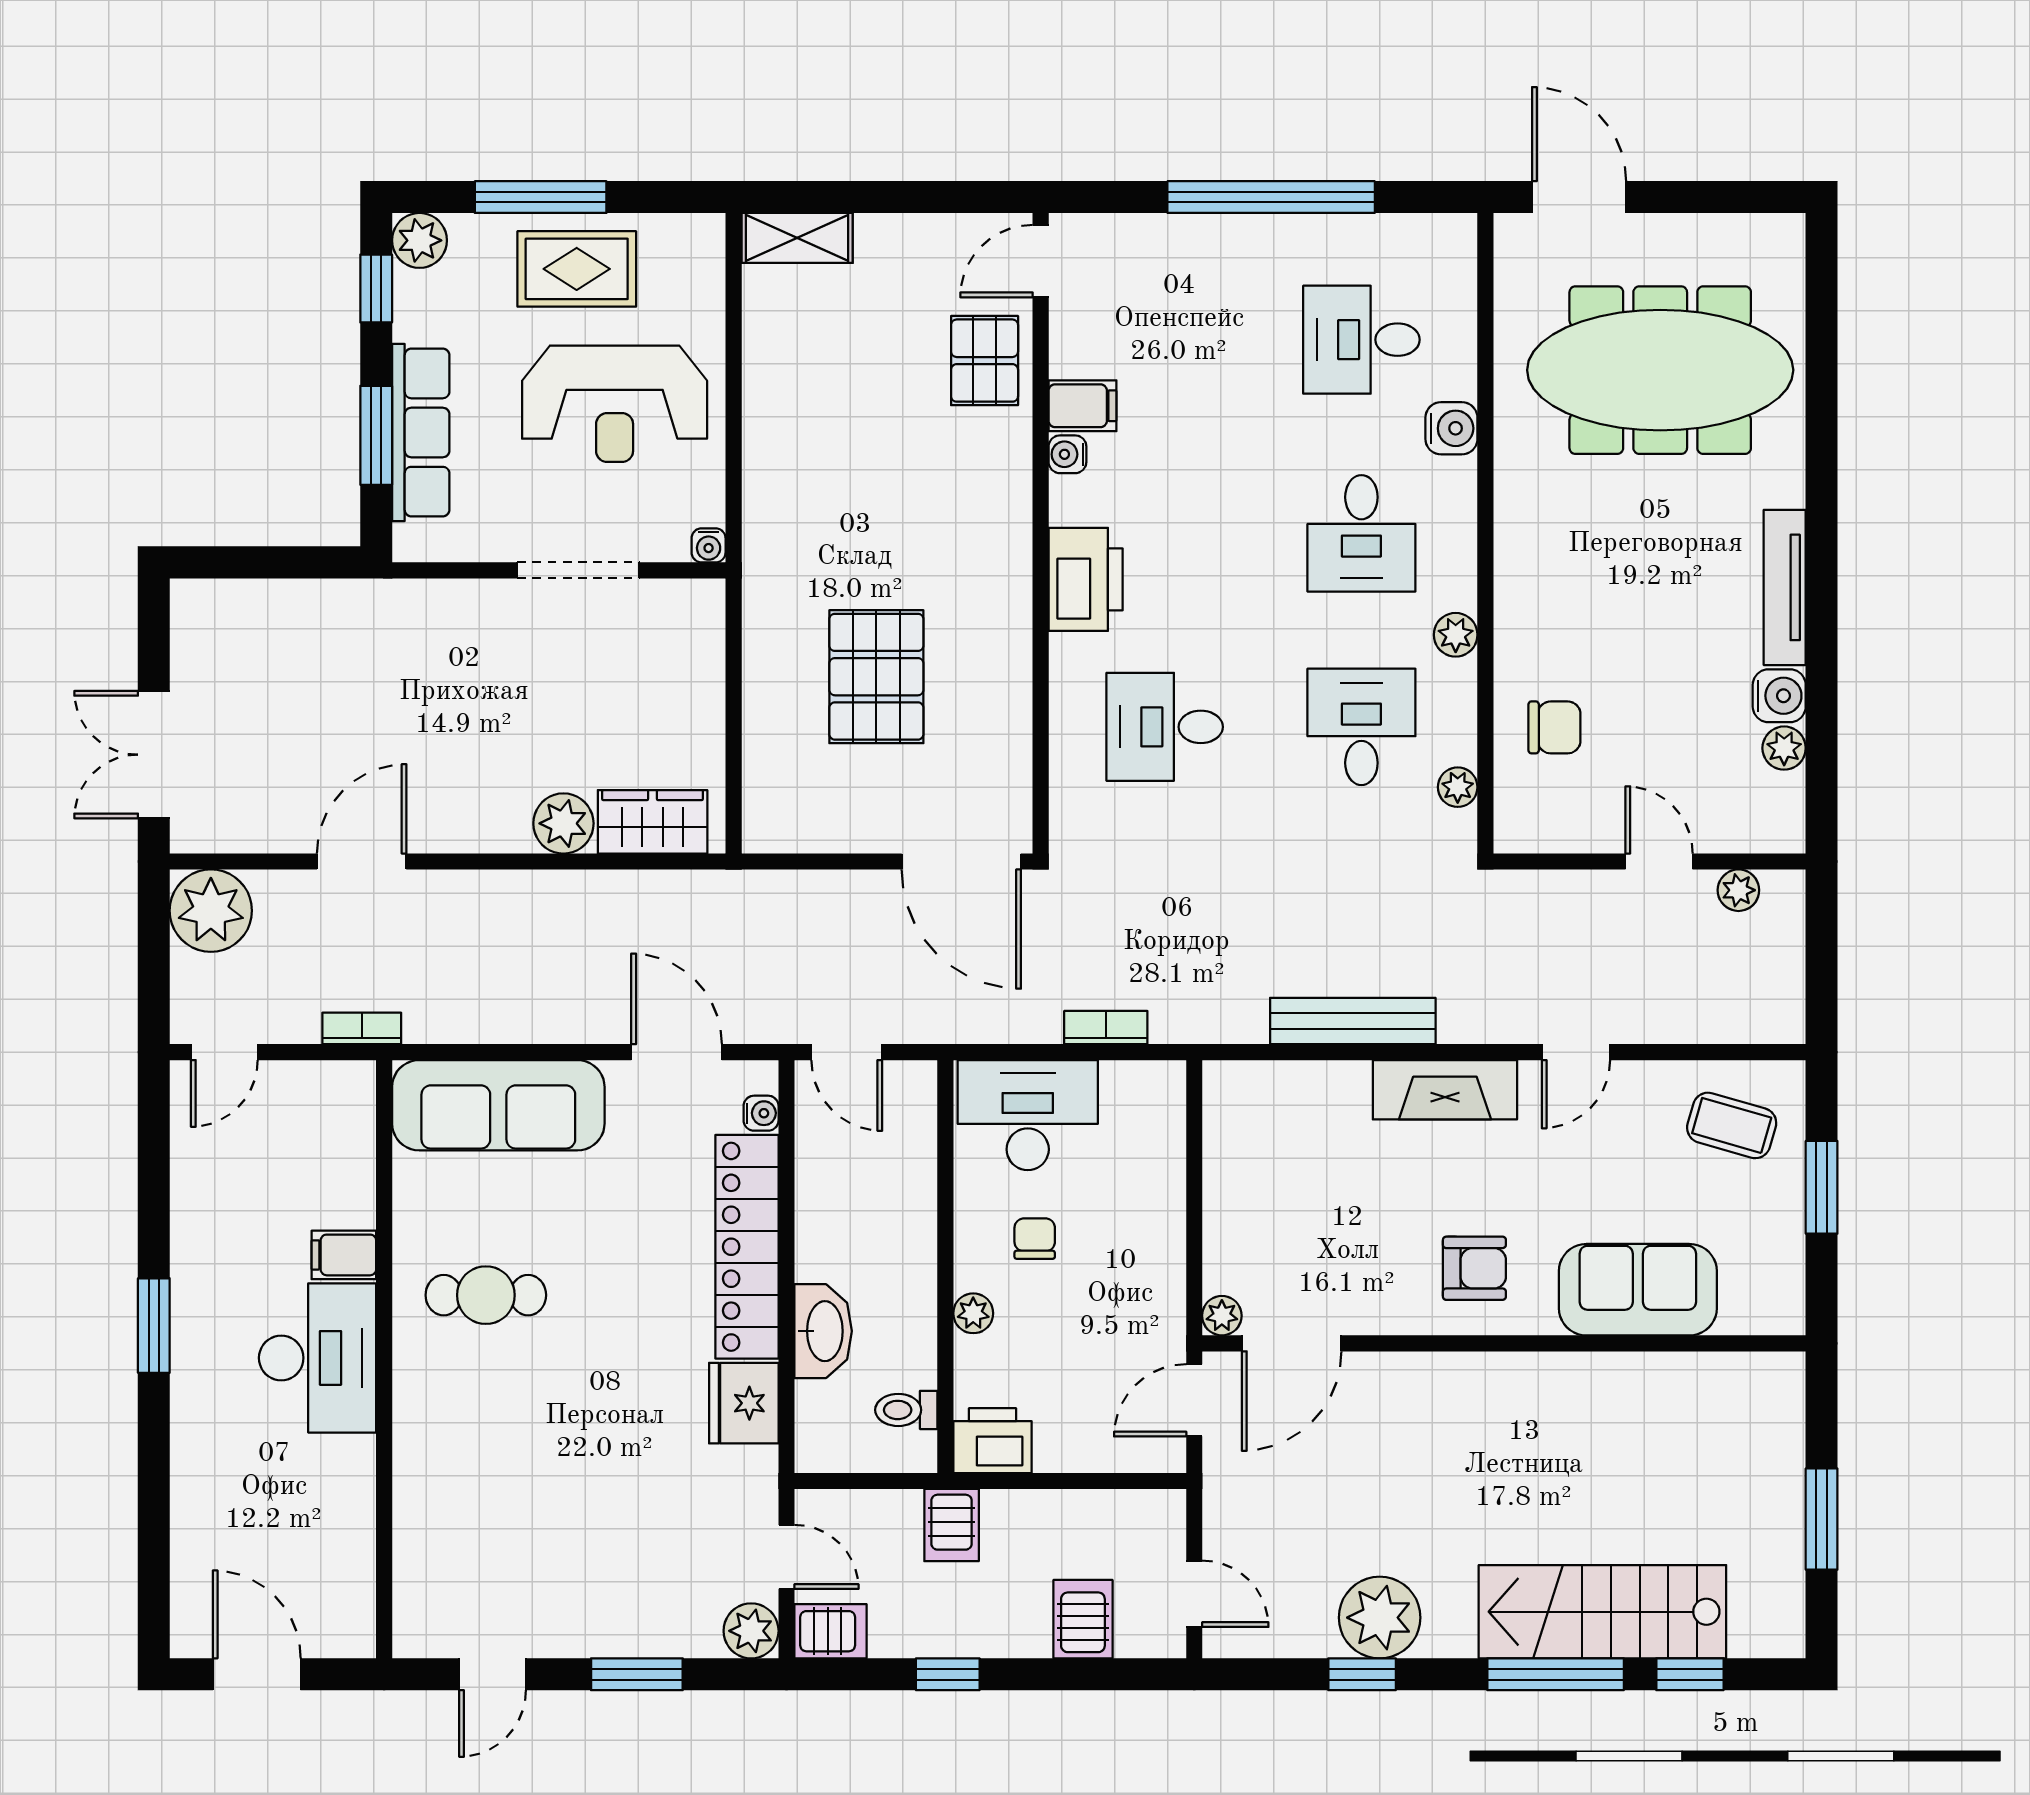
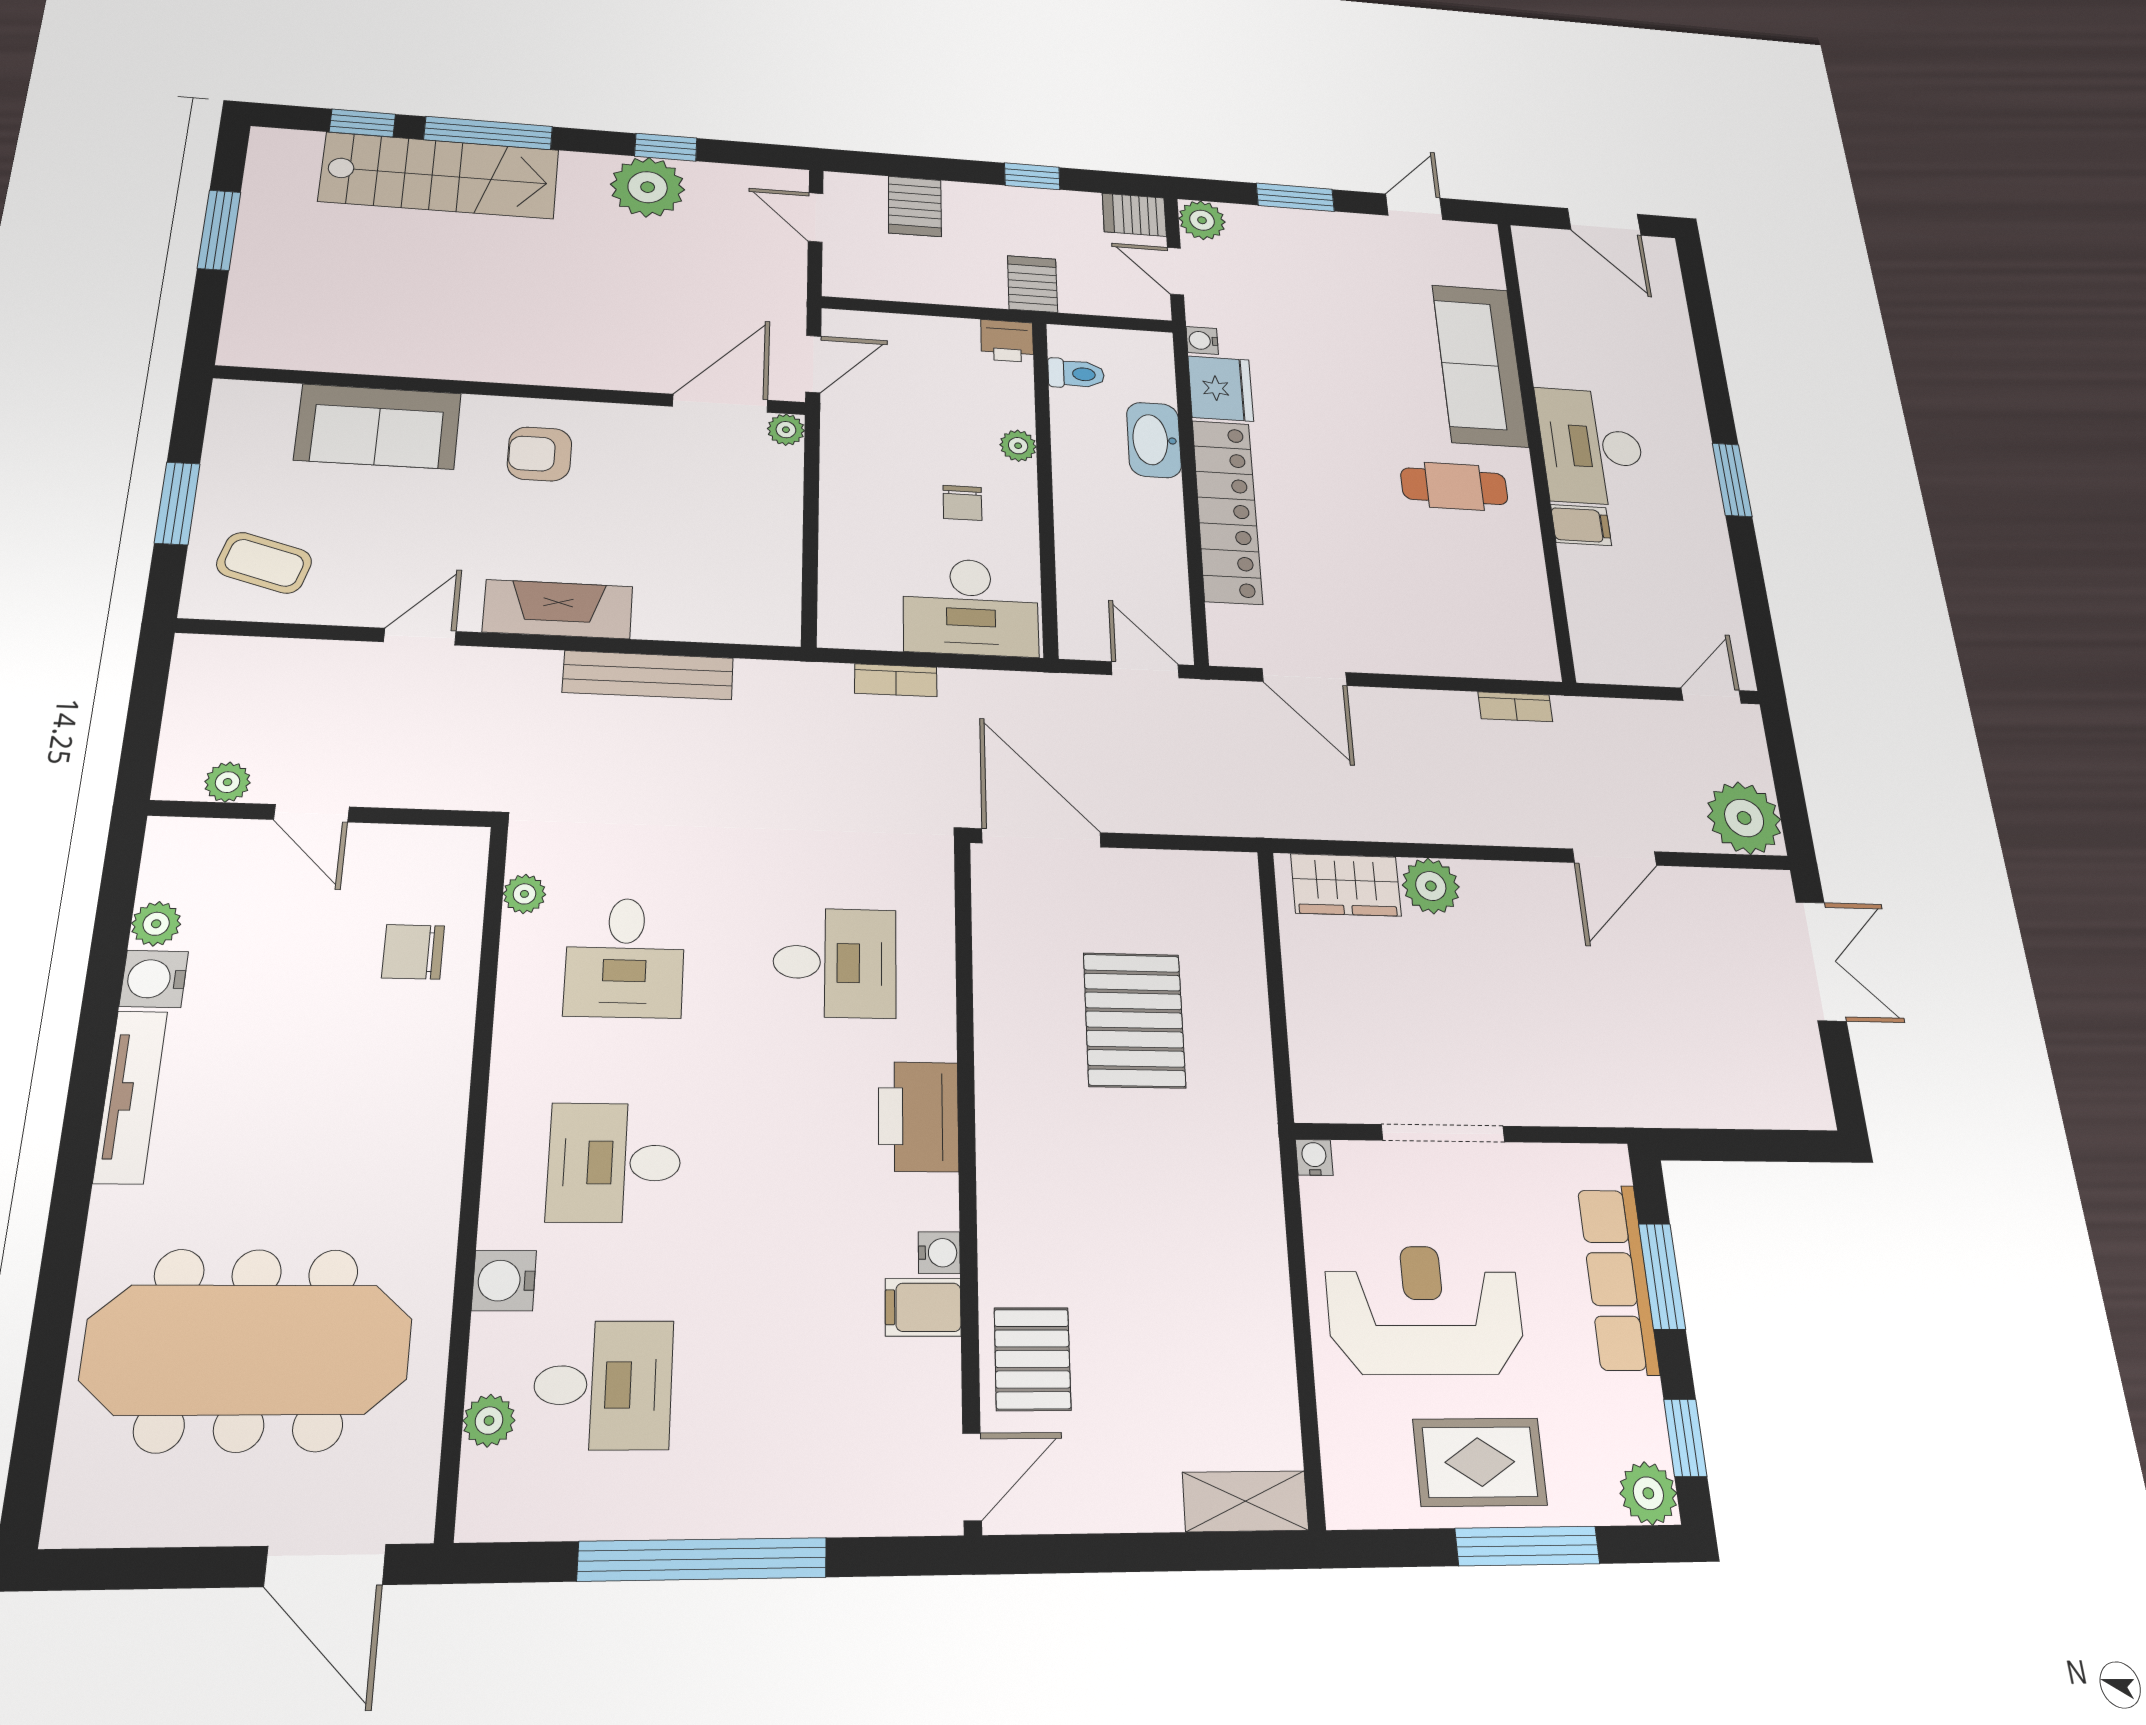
desk: (1361, 533) -> (614, 1163), turned -90
plant: (1456, 635) -> (489, 1421), moved
bookcase: (362, 1028) -> (1515, 707), moved
sofa: (498, 1105) -> (1480, 365), moved, turned -90
water cooler: (761, 1113) -> (1202, 340), moved
printer: (993, 1441) -> (1007, 341), width x0.73, depth x0.81

